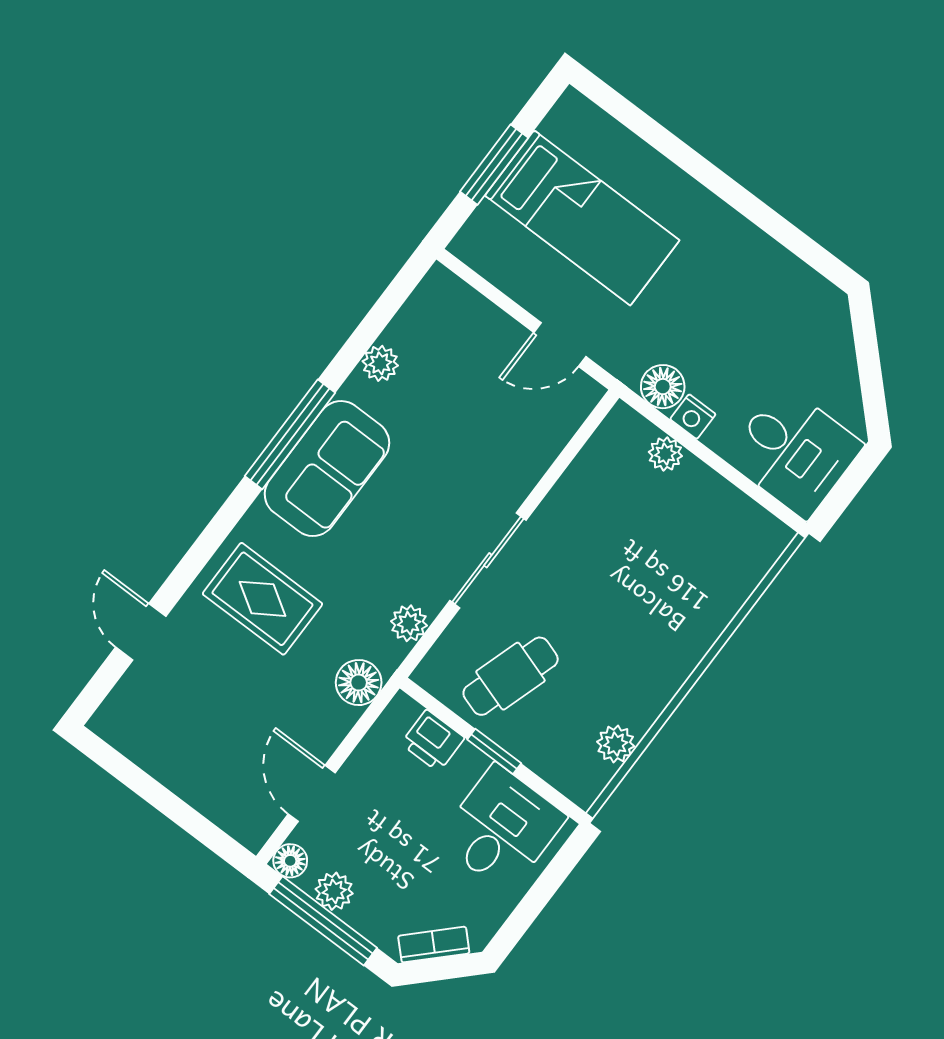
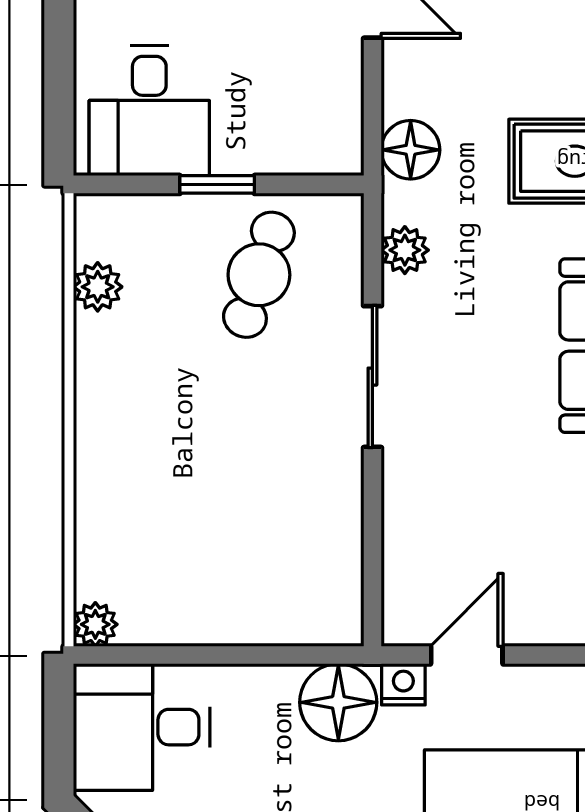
floor lamp: (663, 387) -> (338, 702), width x1.38, depth x1.38
nightstand: (693, 417) -> (403, 684), moved
plant: (665, 454) -> (95, 624), moved
printer: (433, 741) -> (289, 147), removed

